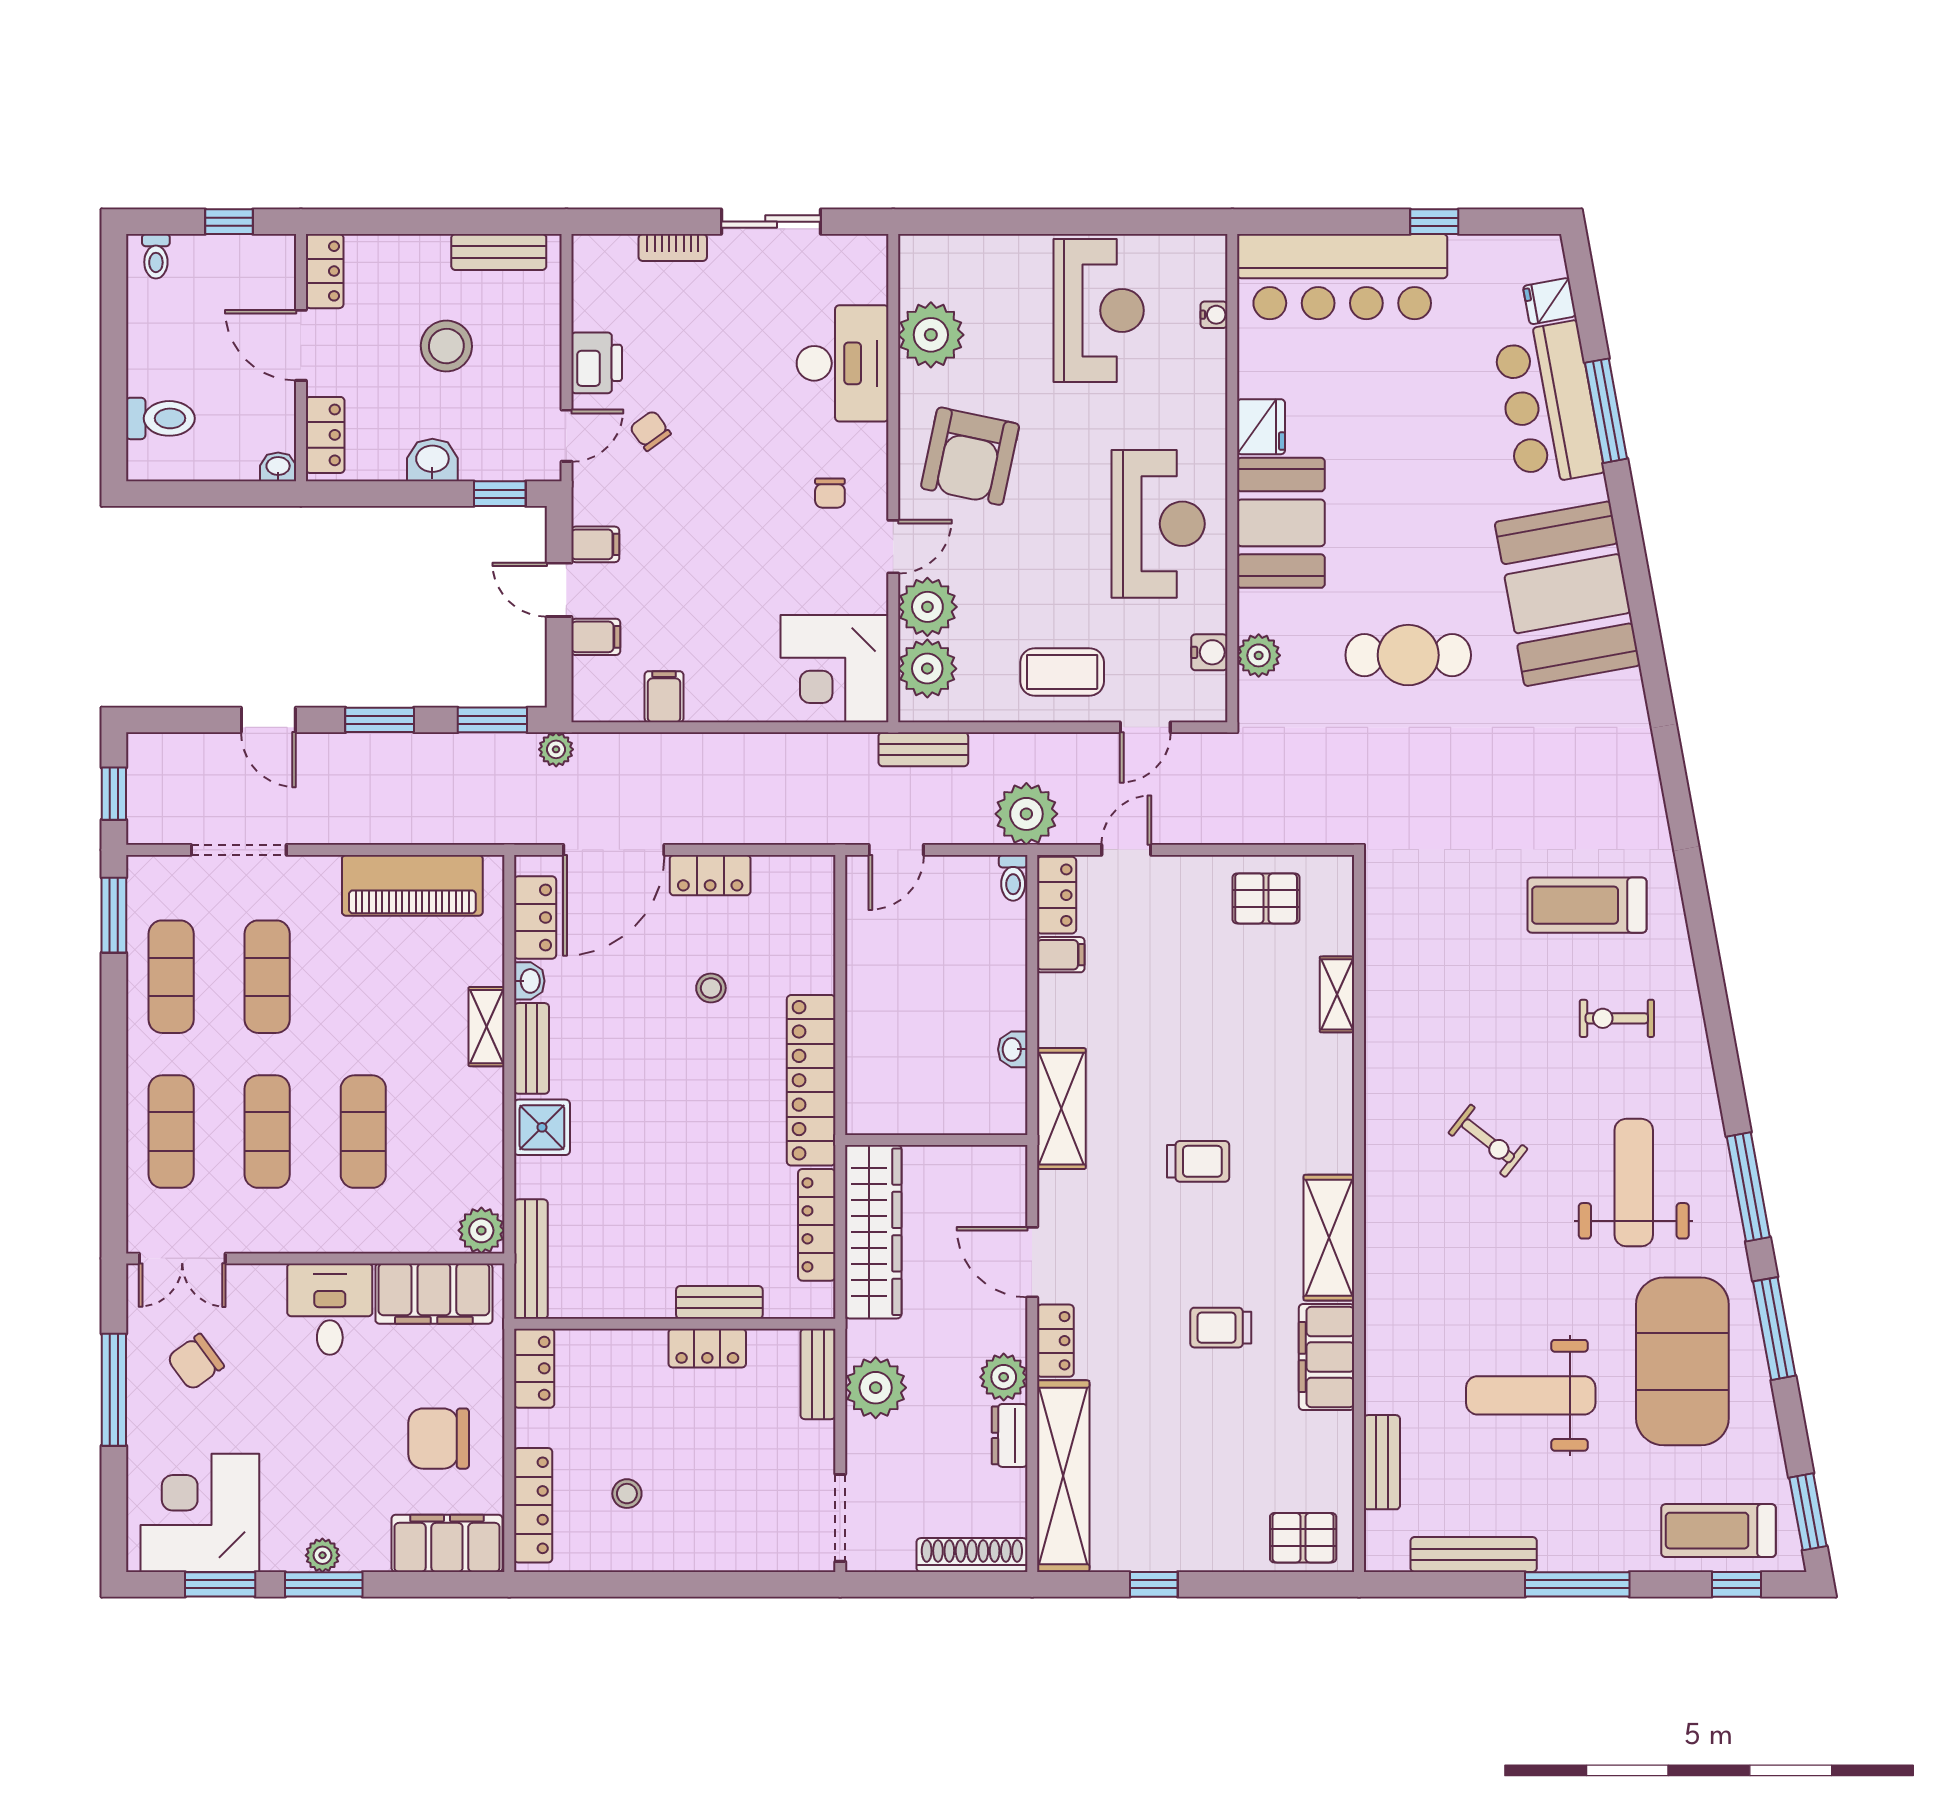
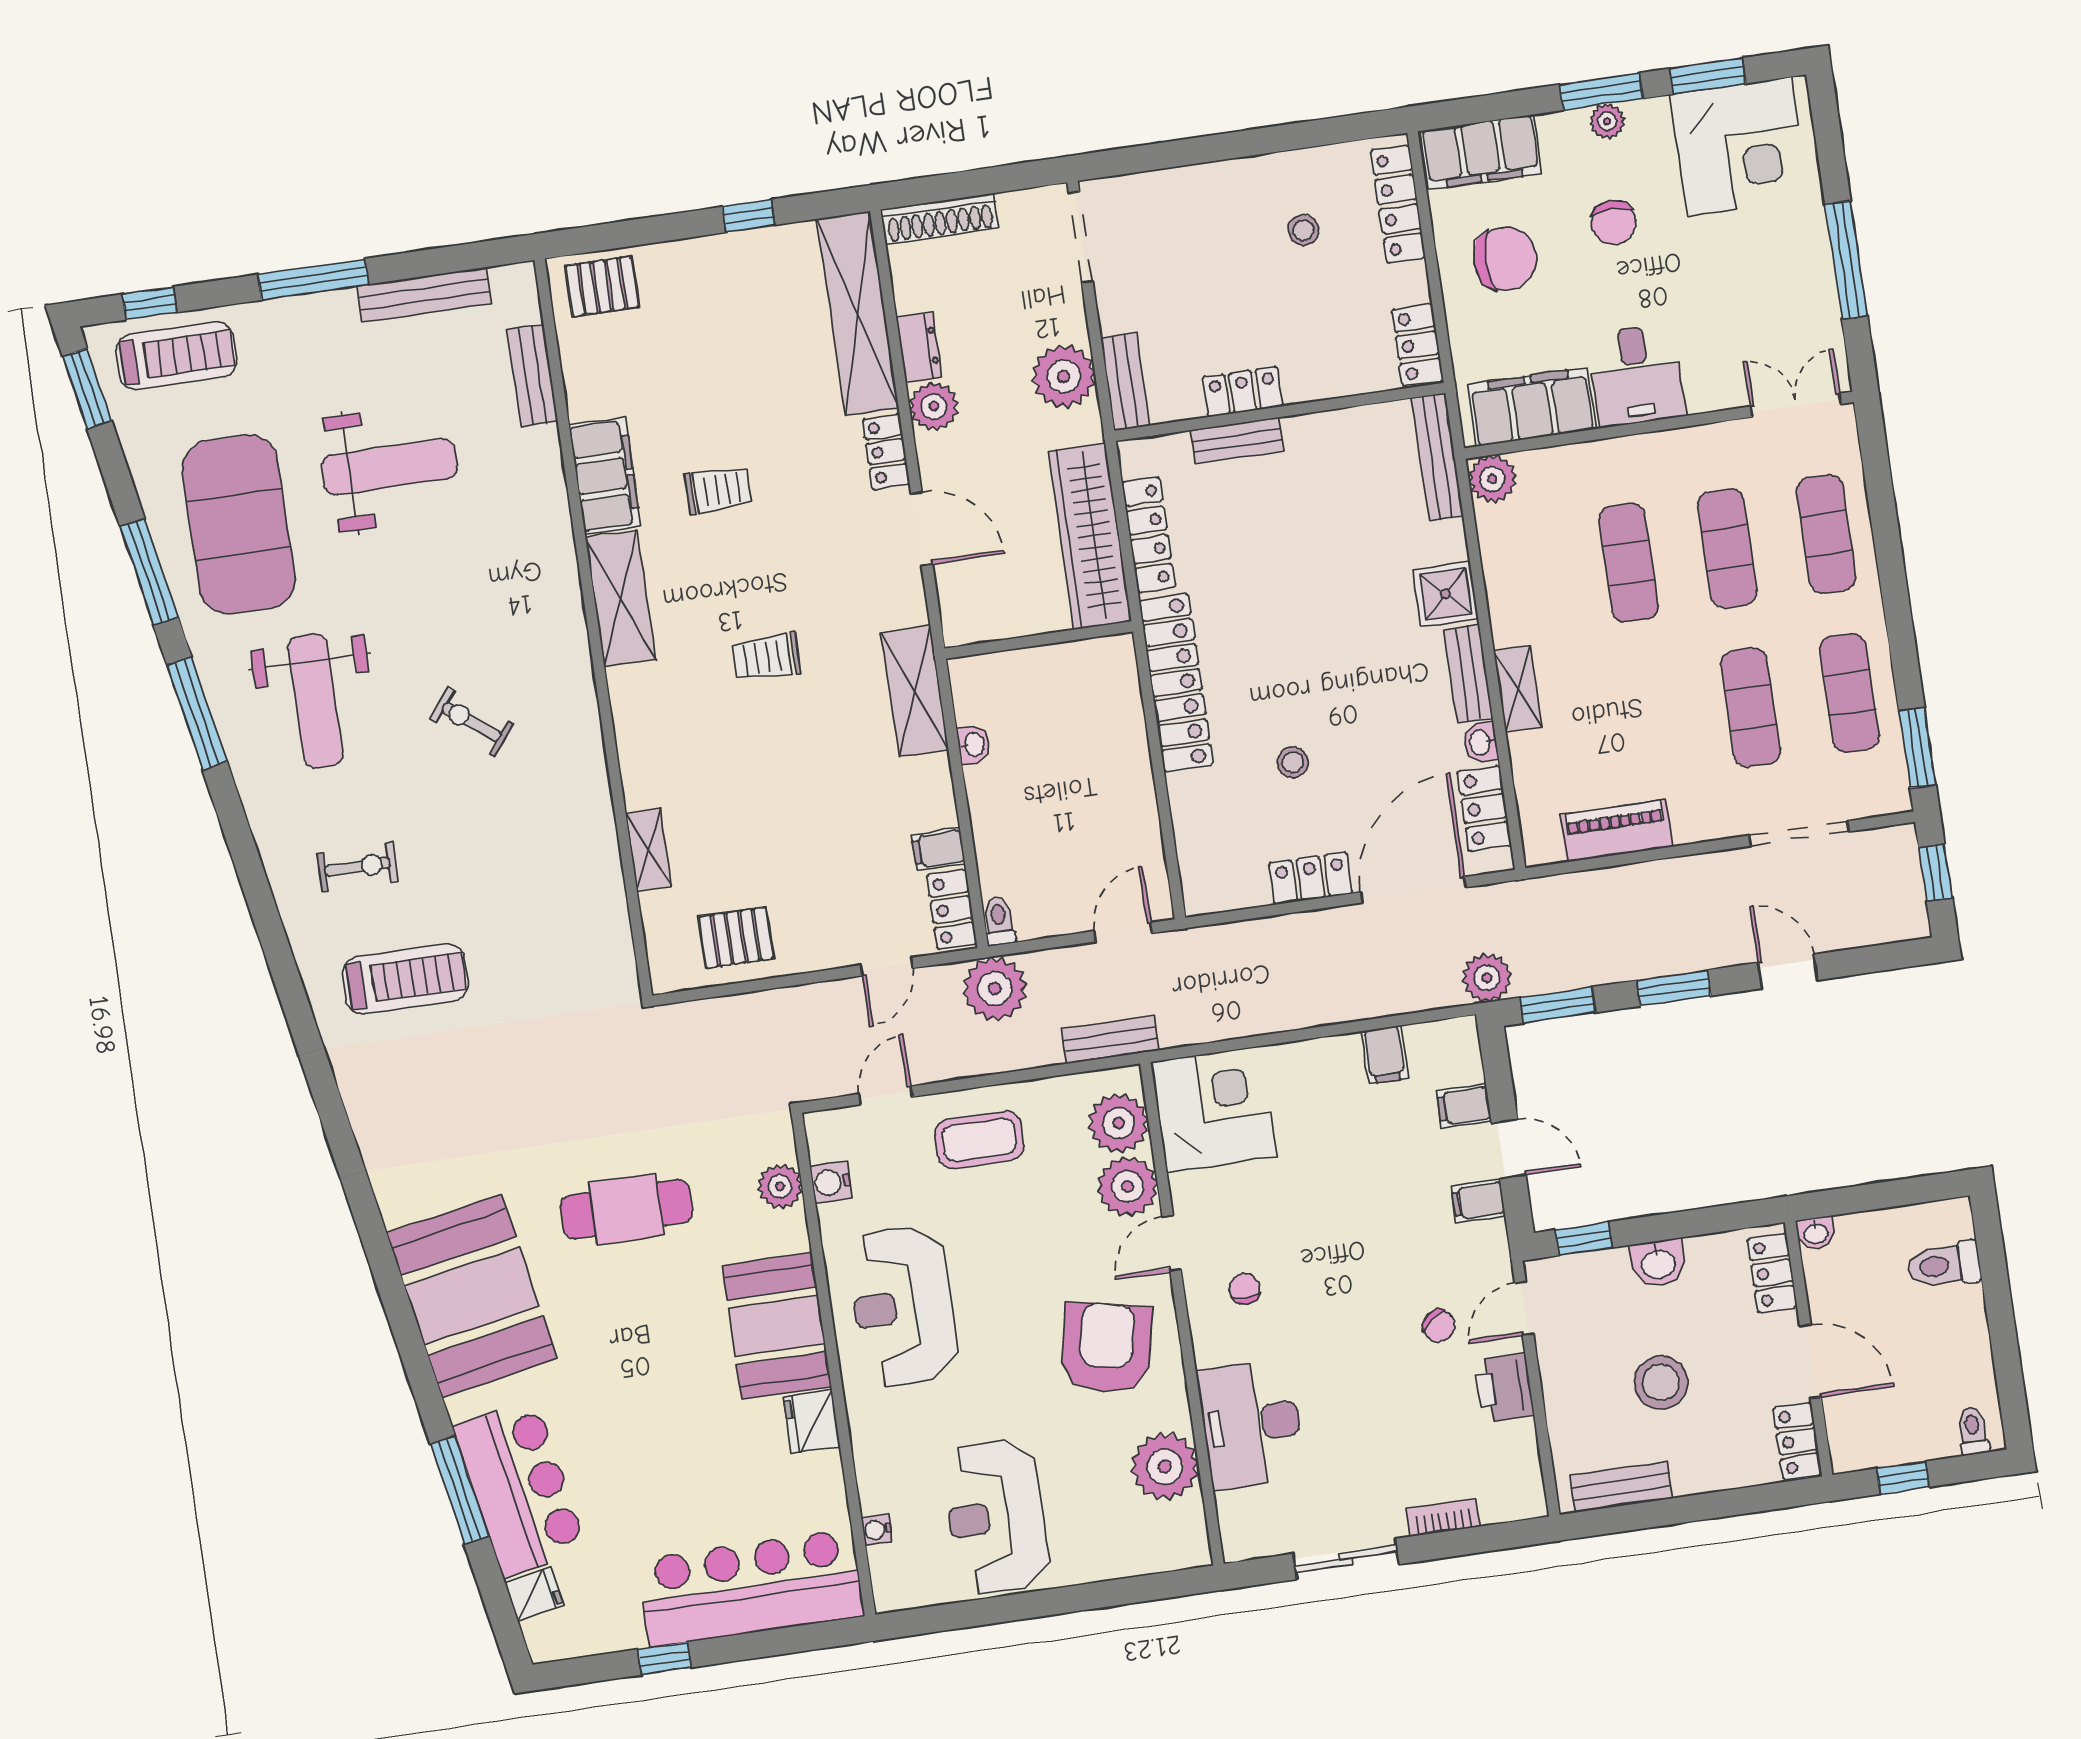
plant: (556, 749) -> (1487, 978), width x1.38, depth x1.38
piano: (412, 885) -> (1616, 831), width x0.73, depth x0.75
chair: (195, 1362) -> (1613, 222), moved, turned 126

